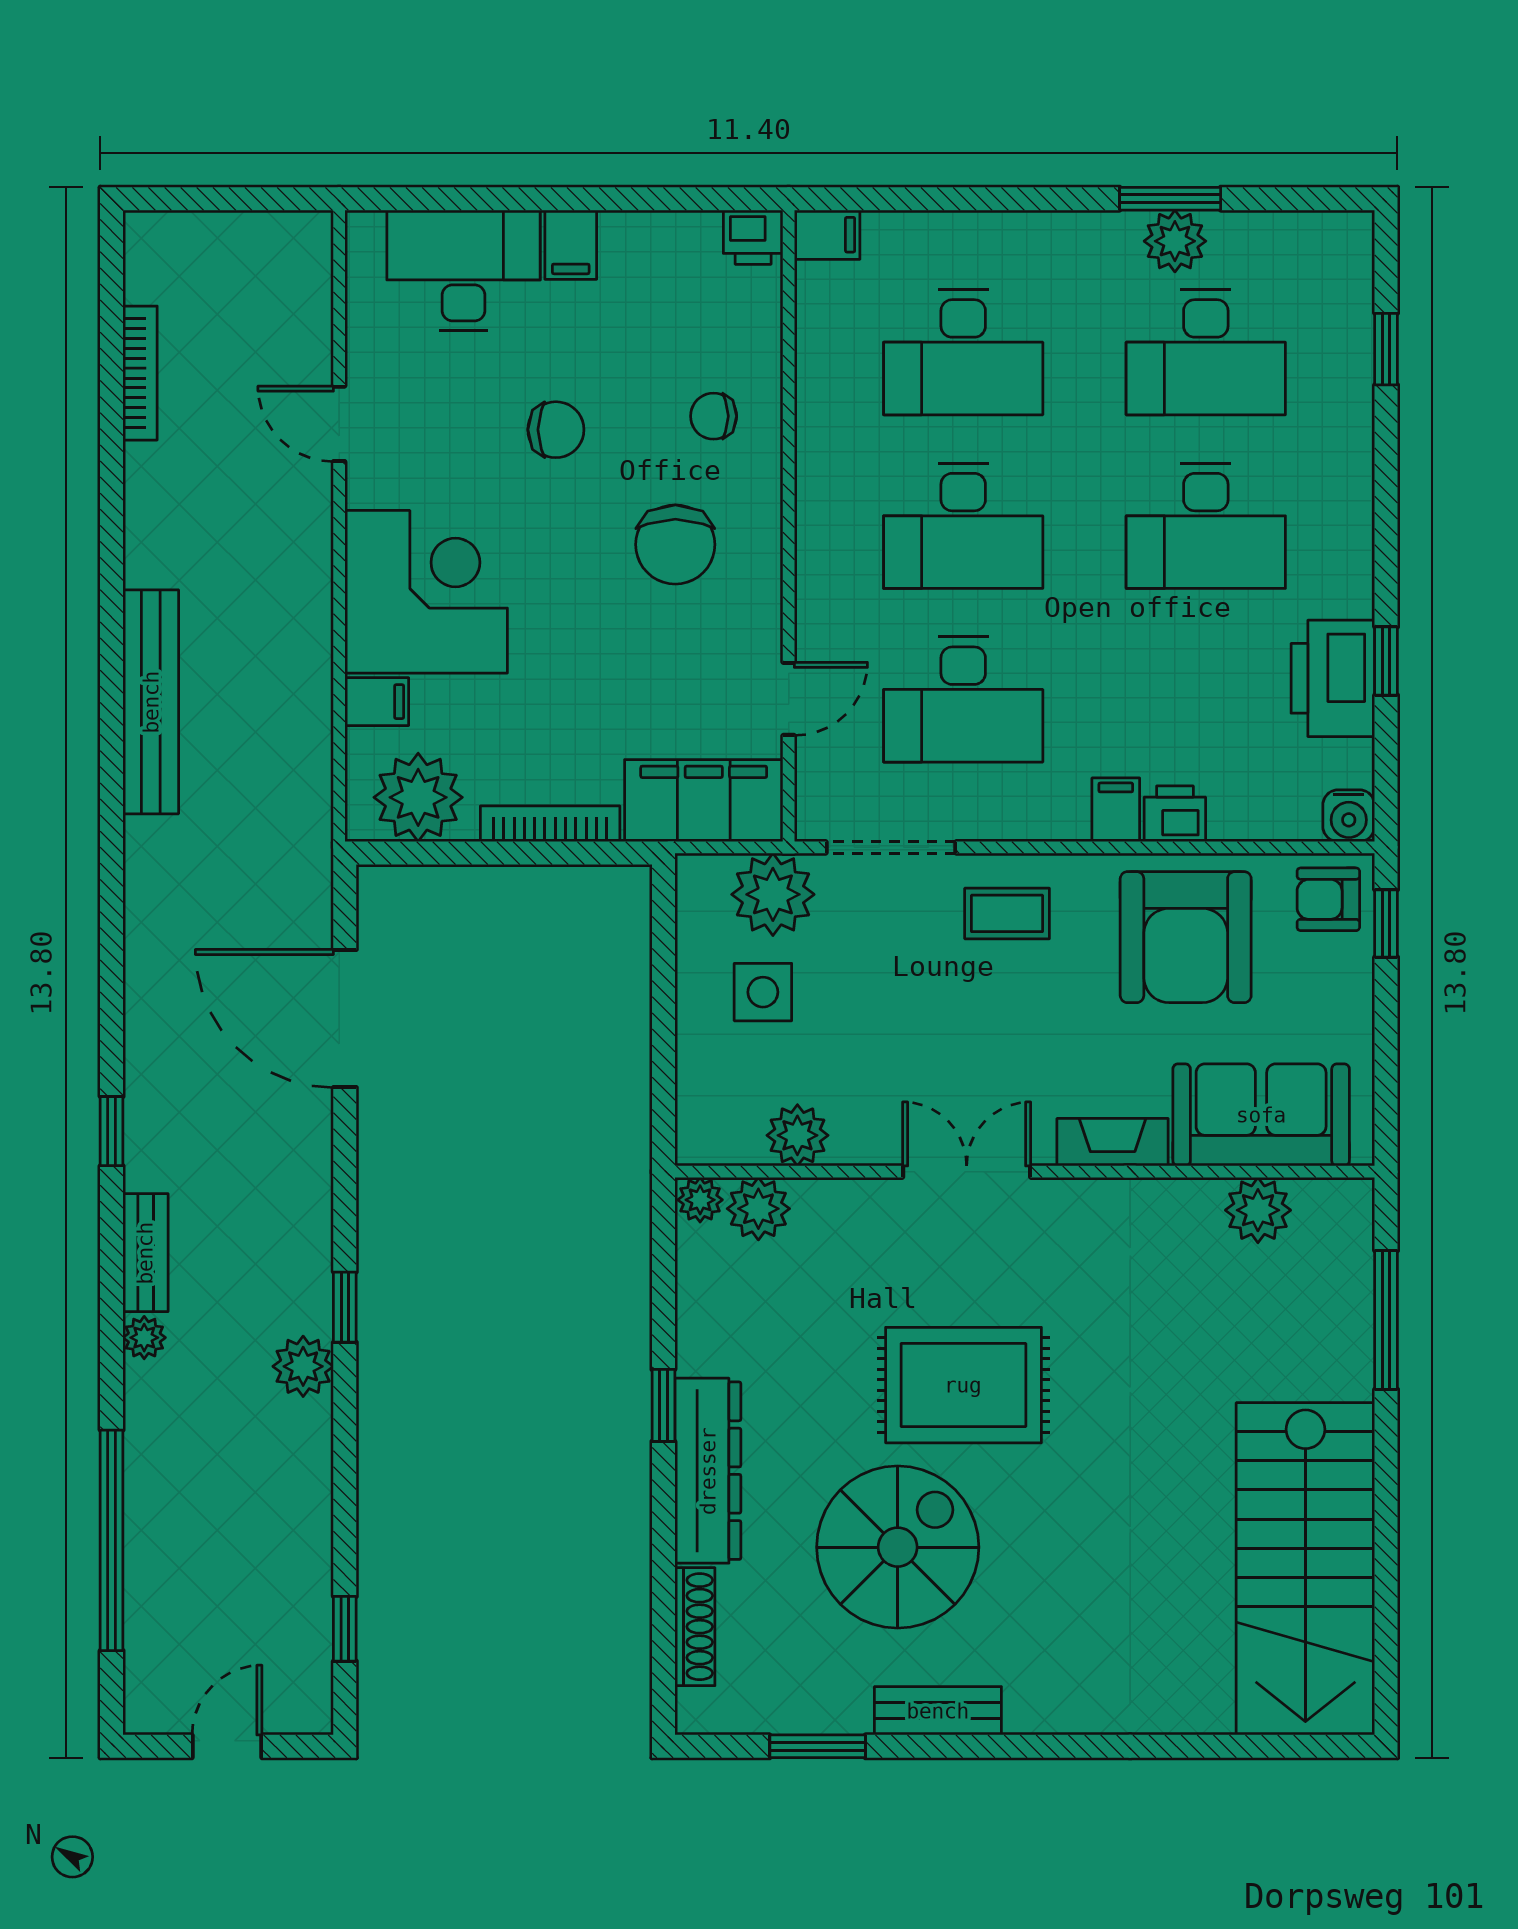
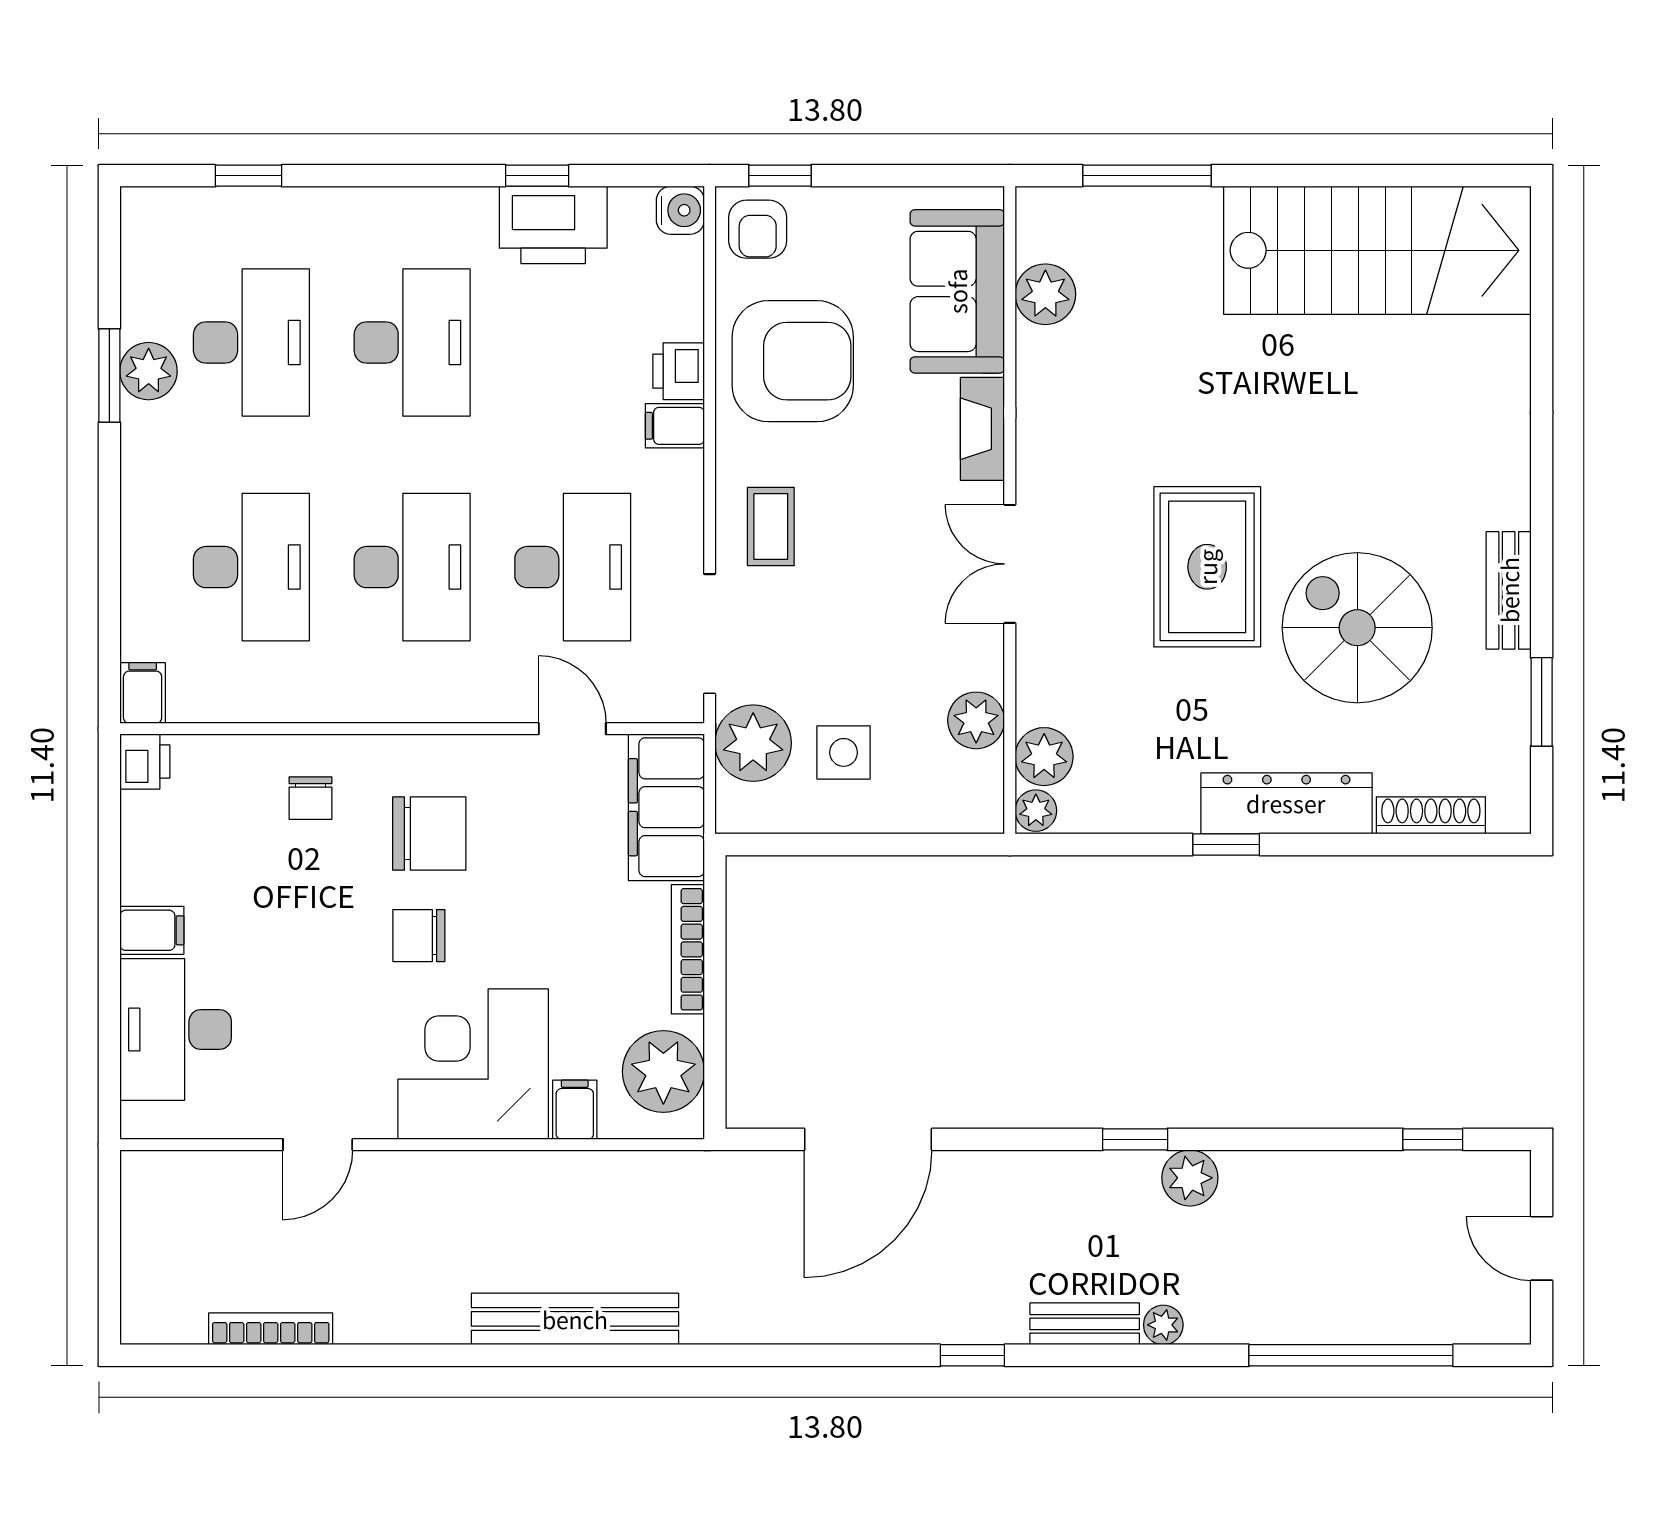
chair: (556, 430) -> (419, 936), moved, turned -90

